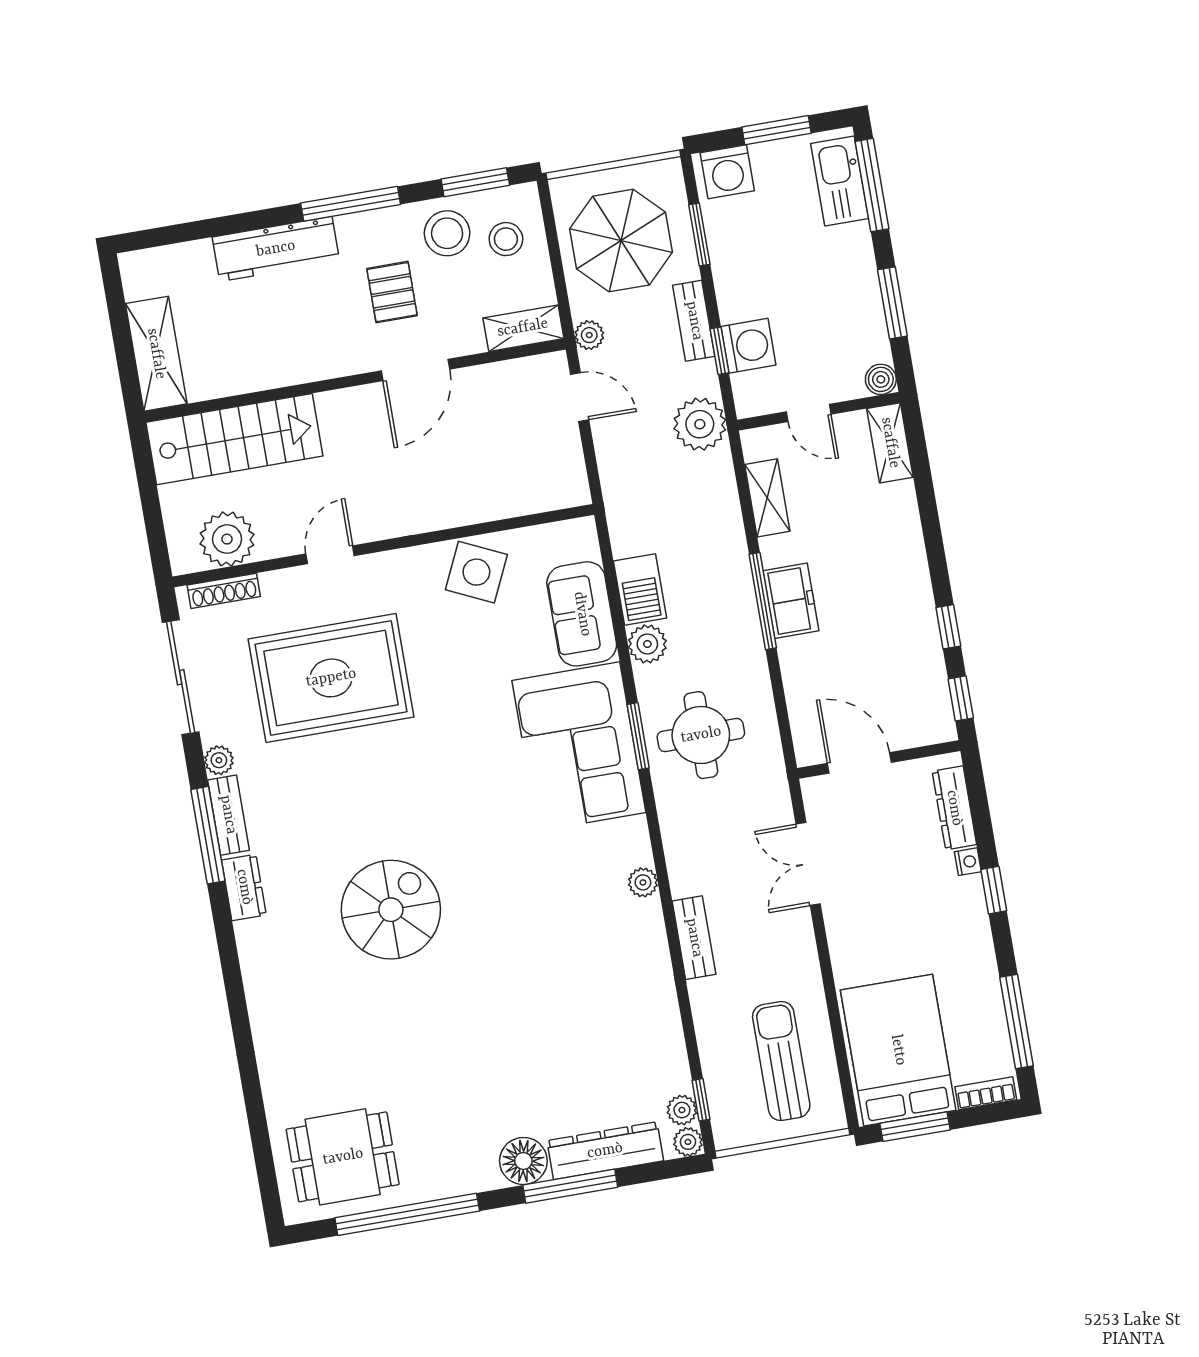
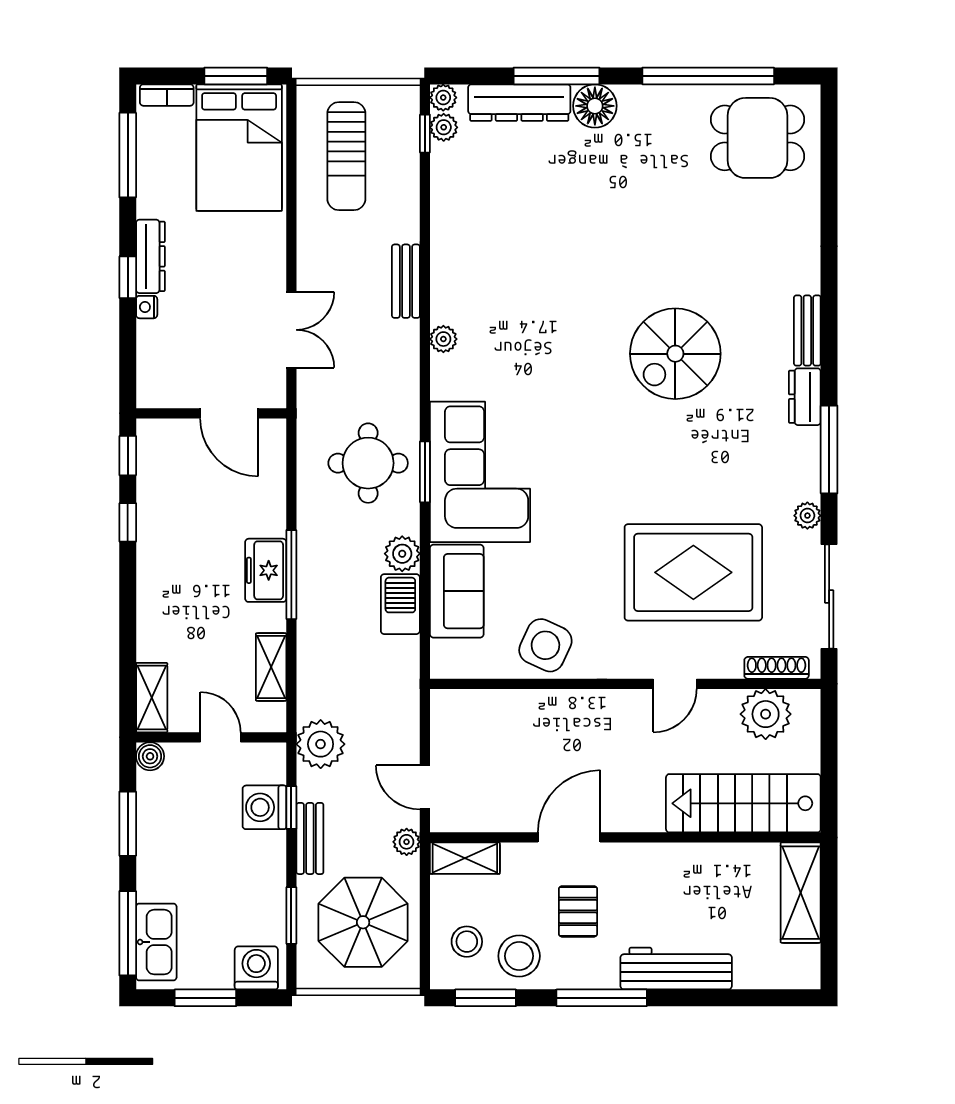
dresser: (954, 808) -> (150, 256), moved
bench: (228, 815) -> (807, 331), moved

